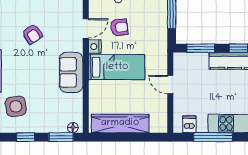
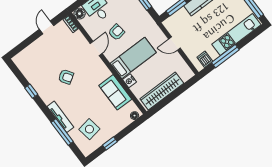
nightstand: (95, 47) -> (129, 81), moved
sofa: (71, 72) -> (115, 92), moved
window: (61, 137) -> (132, 127), removed

